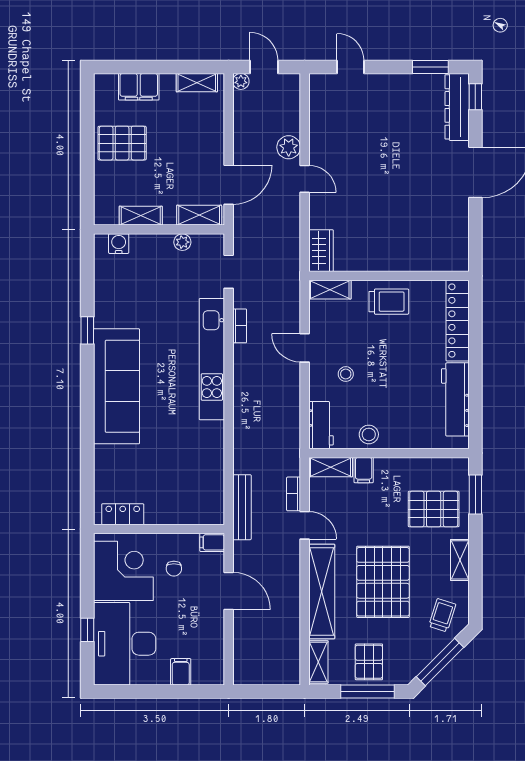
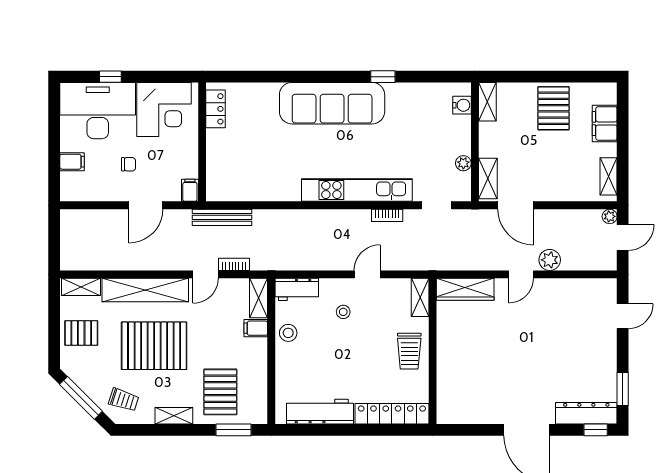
shelving: (141, 216) -> (487, 102), moved
wardrobe: (321, 251) -> (465, 289), width x1.50
chair: (174, 569) -> (129, 164), moved, turned 180
window: (368, 691) -> (54, 332), removed

